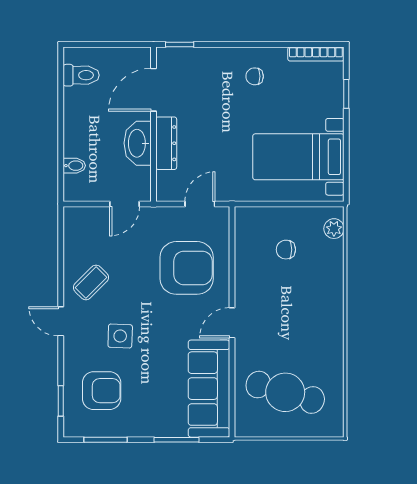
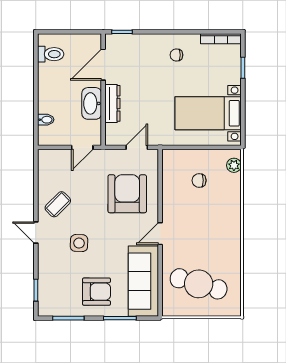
armchair: (187, 268) -> (127, 194), turned -90
armchair: (102, 391) -> (96, 292), moved

